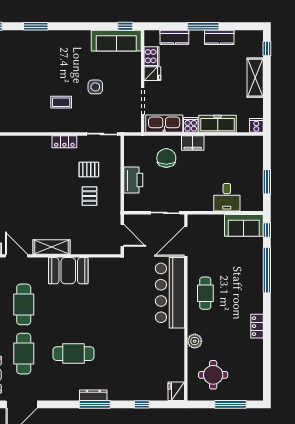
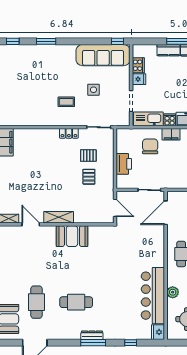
kitchen counter: (174, 37) -> (169, 50), moved
sofa: (116, 41) -> (103, 55), width x1.36, depth x1.27
bar counter: (170, 293) -> (153, 296), moved
cafe table: (24, 304) -> (36, 263), removed

